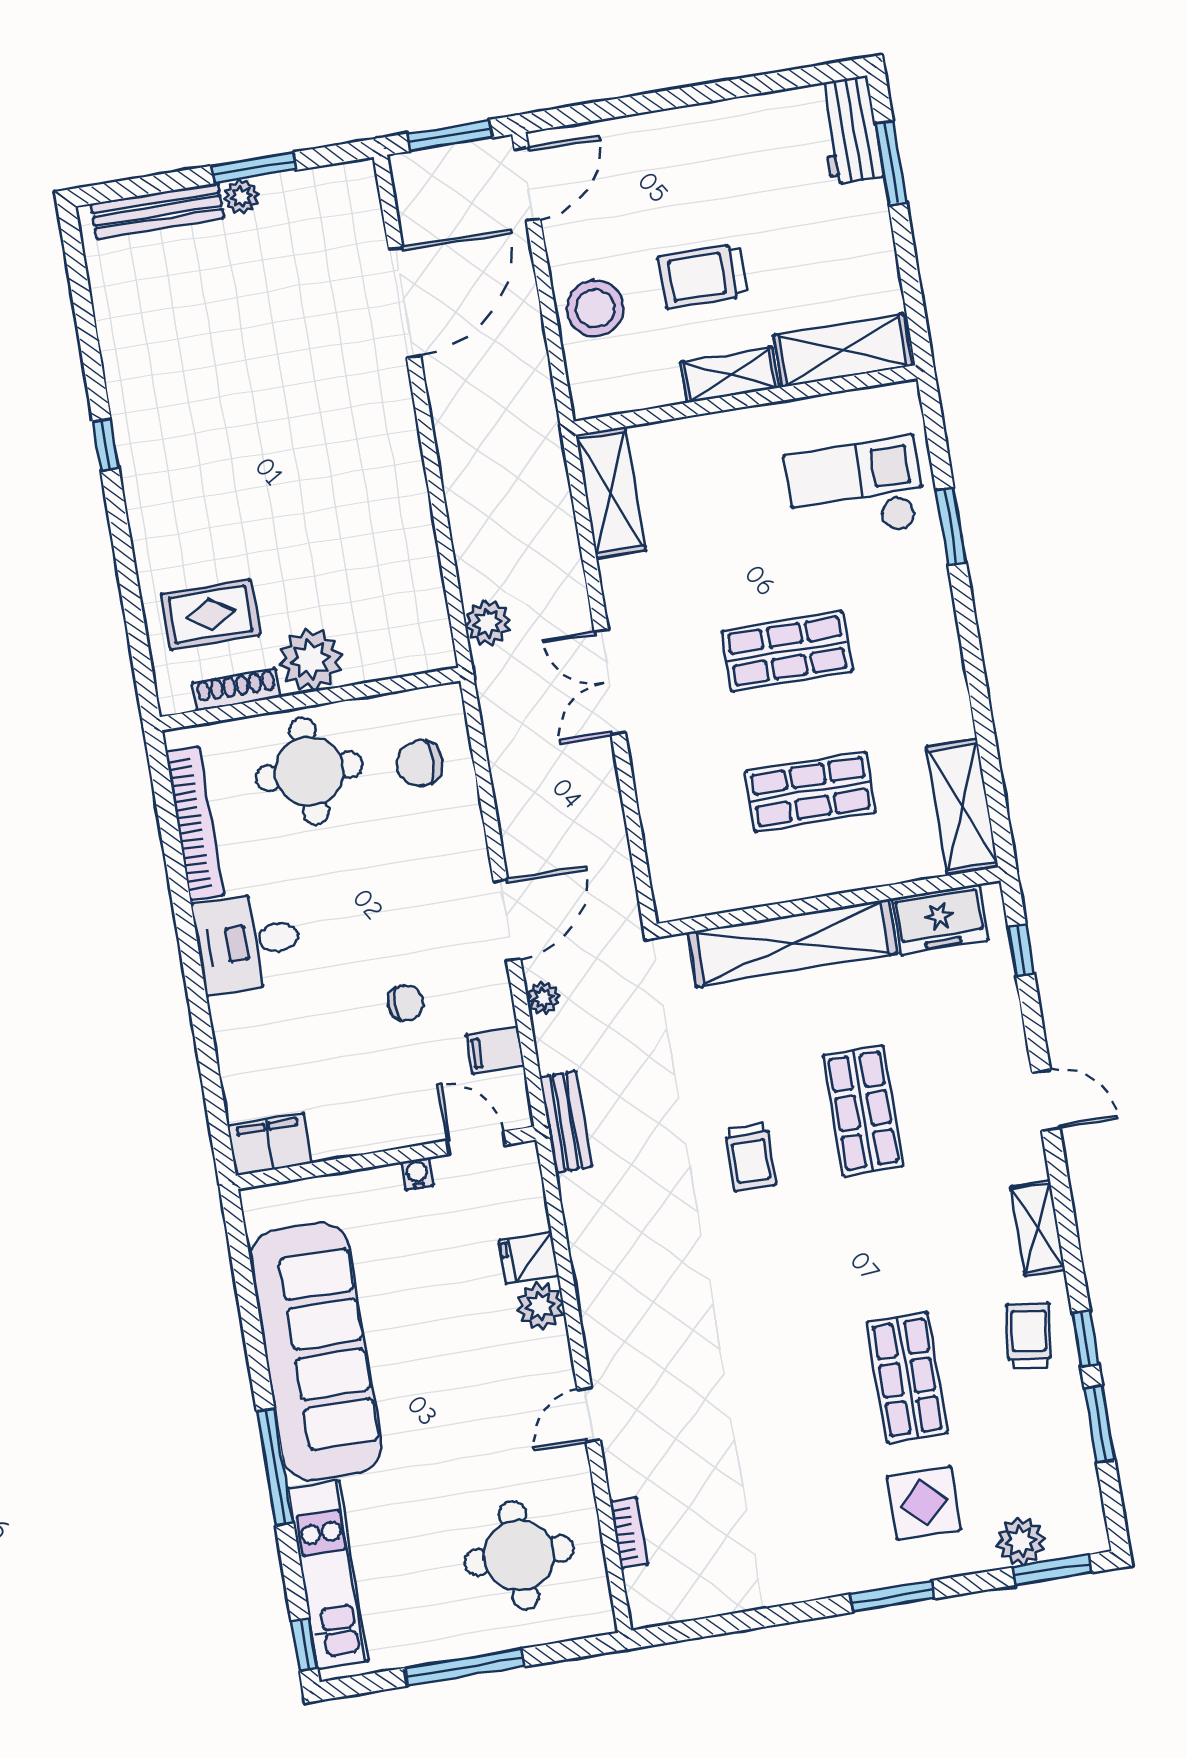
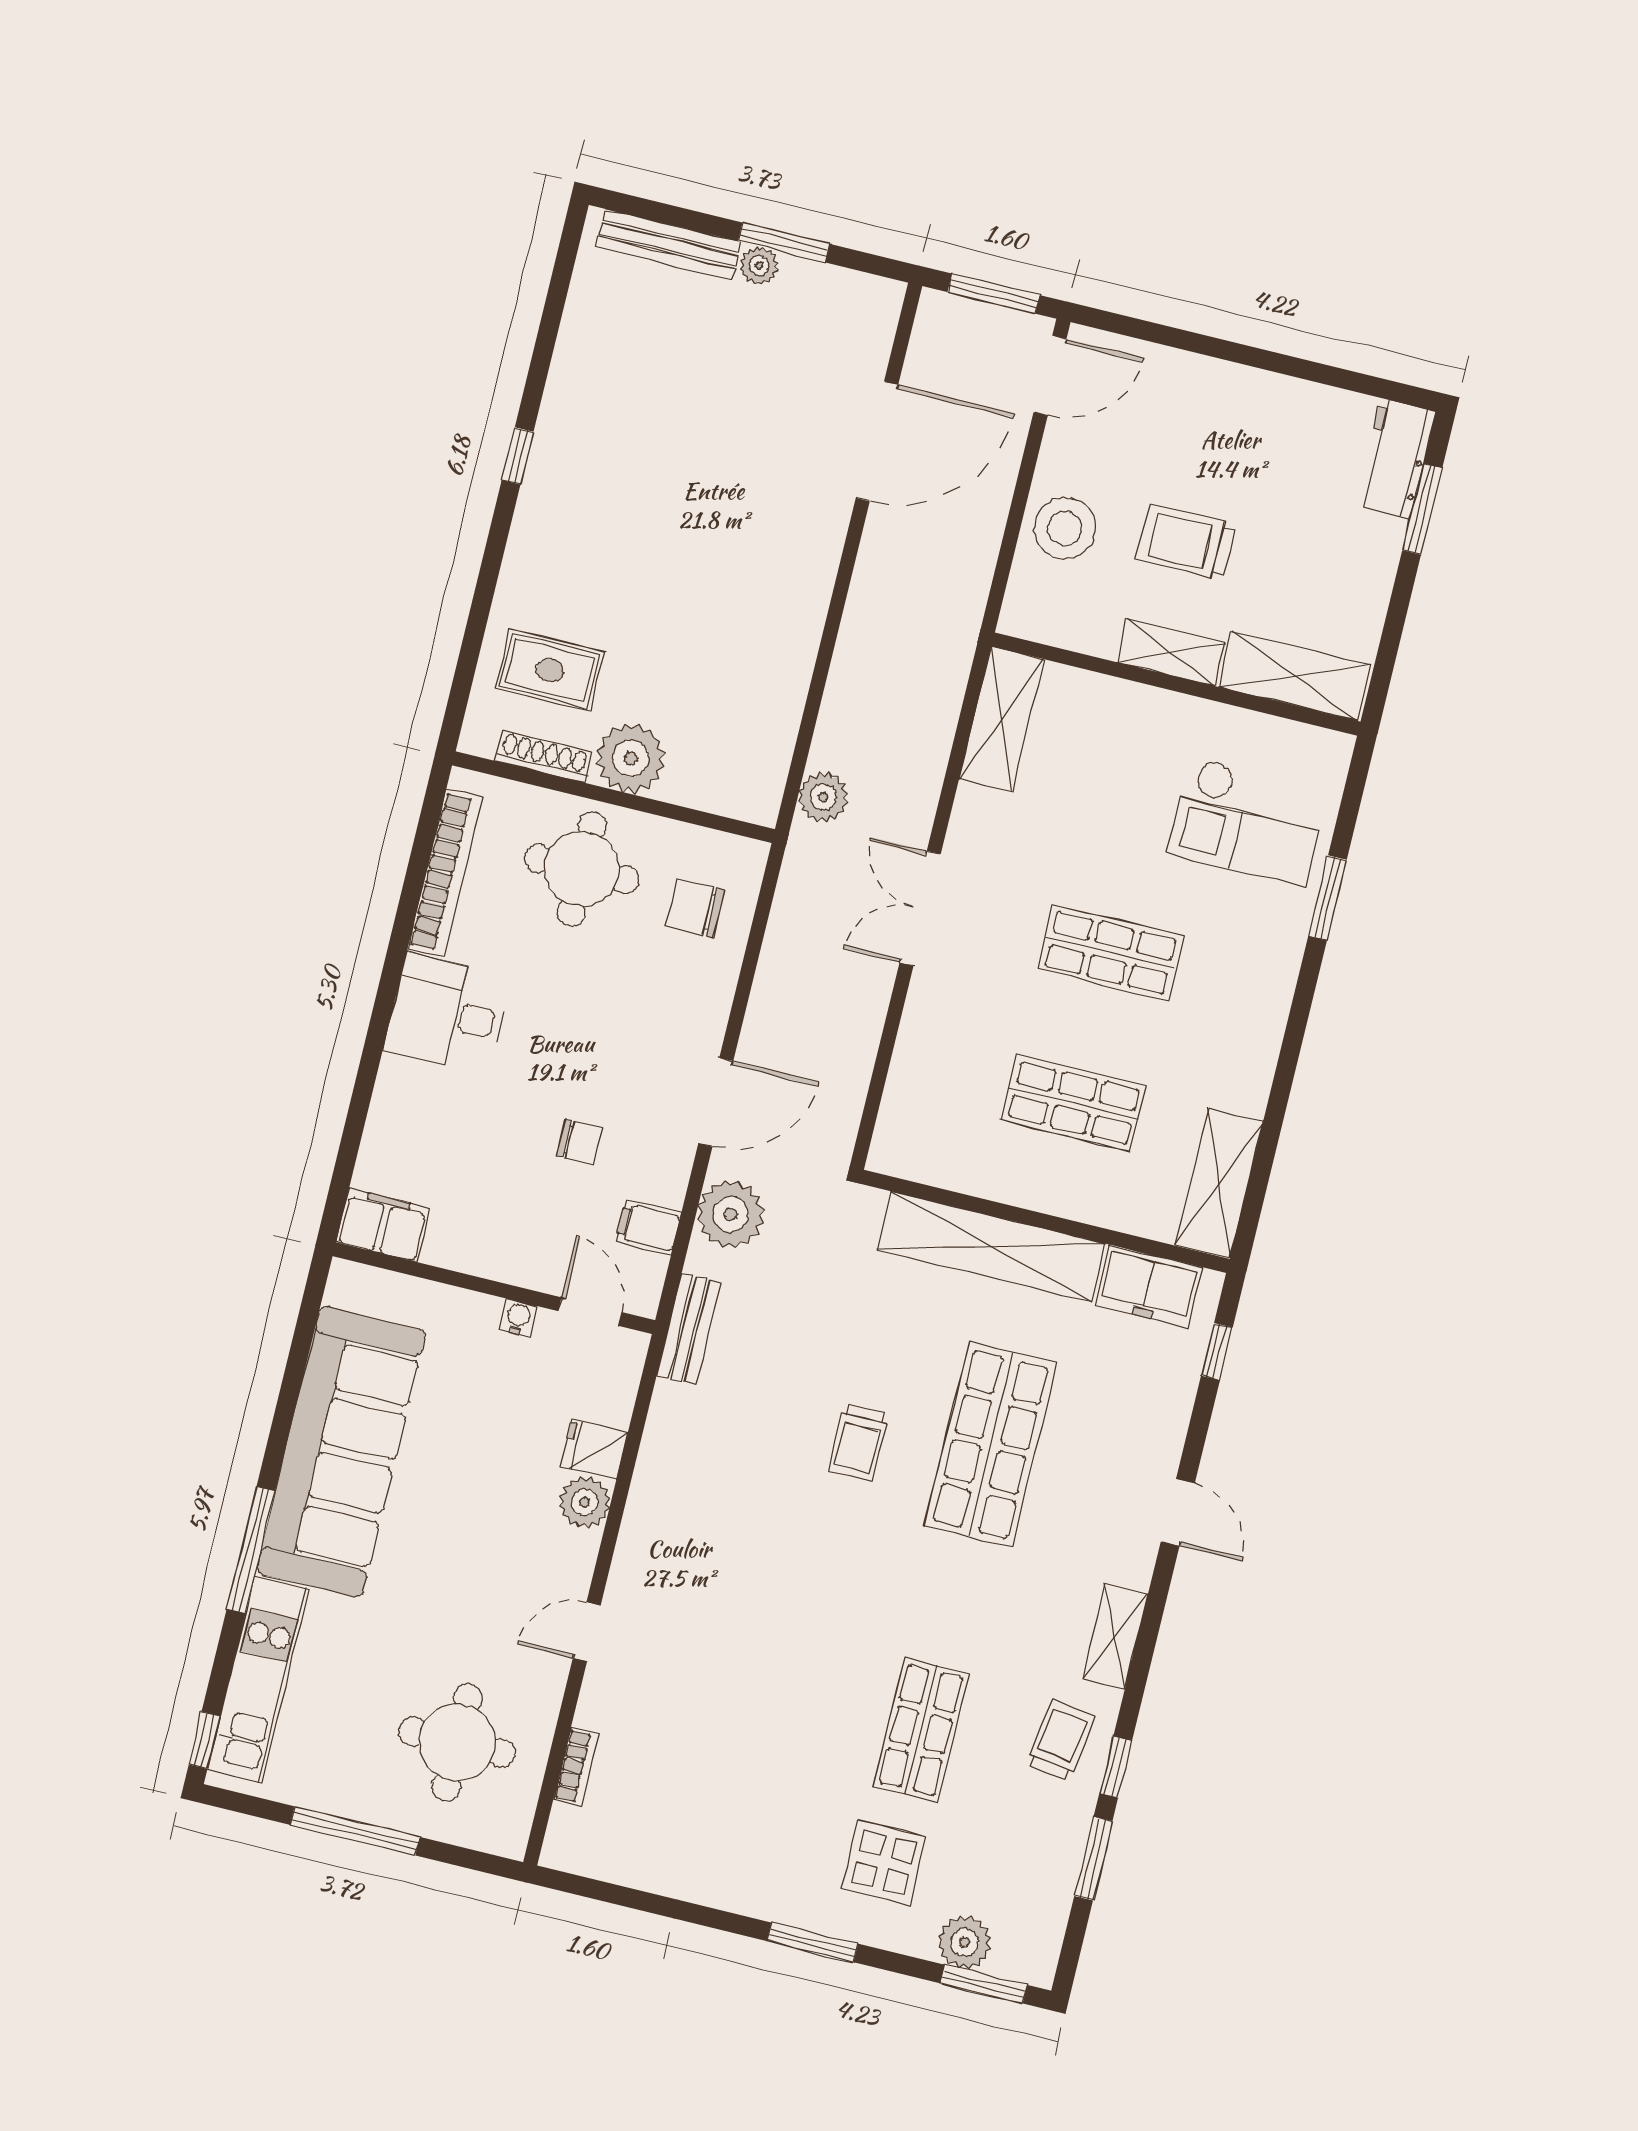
checkout: (856, 490) -> (1248, 821), turned 180
plant: (543, 998) -> (731, 1214), width x1.88, depth x1.88
shop shelf: (863, 1111) -> (991, 1444), width x1.43, depth x1.36

